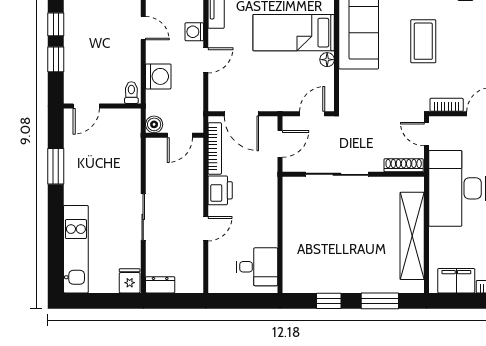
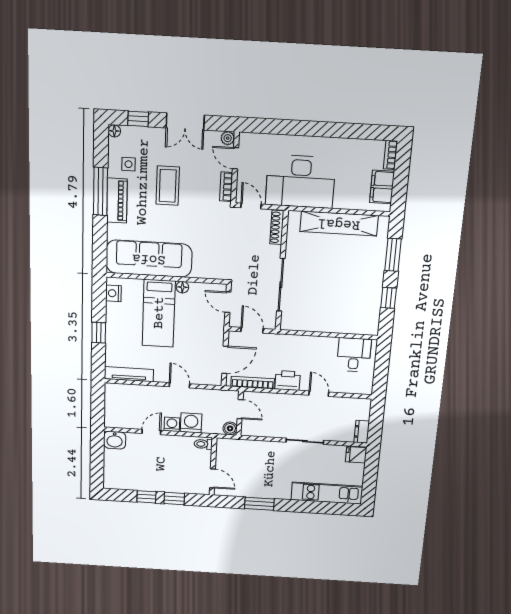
washing machine: (194, 32) -> (172, 424), moved, turned 180
coffee table: (423, 41) -> (168, 186), moved, turned 90
door: (426, 134) -> (251, 206), swing flipped

